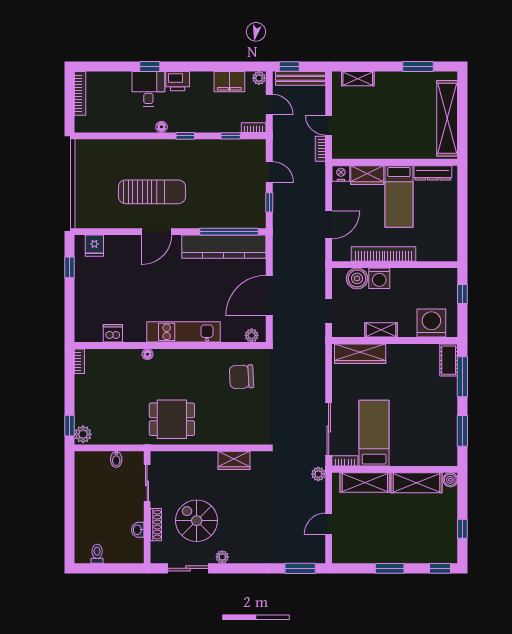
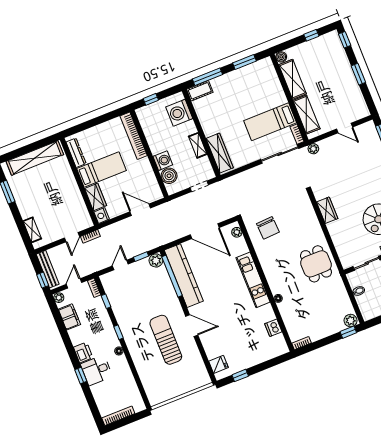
plant: (257, 219) -> (156, 260), added
bookcase: (384, 254) -> (134, 136), moved

